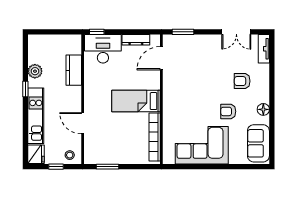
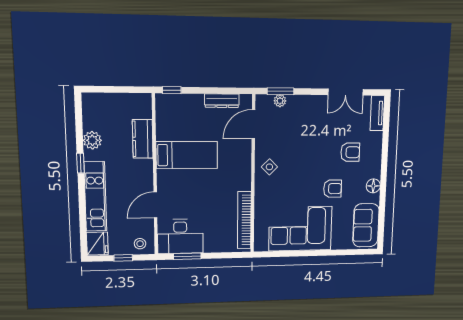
plant: (183, 39) -> (280, 101), added
desk: (103, 49) -> (180, 236), moved, turned 180
armchair: (242, 81) -> (350, 152), turned 180
side table: (175, 93) -> (269, 167), added
bed: (136, 101) -> (187, 155), moved, turned 180
armchair: (228, 111) -> (332, 189), turned 180
door: (83, 123) -> (155, 205), hinge flipped

